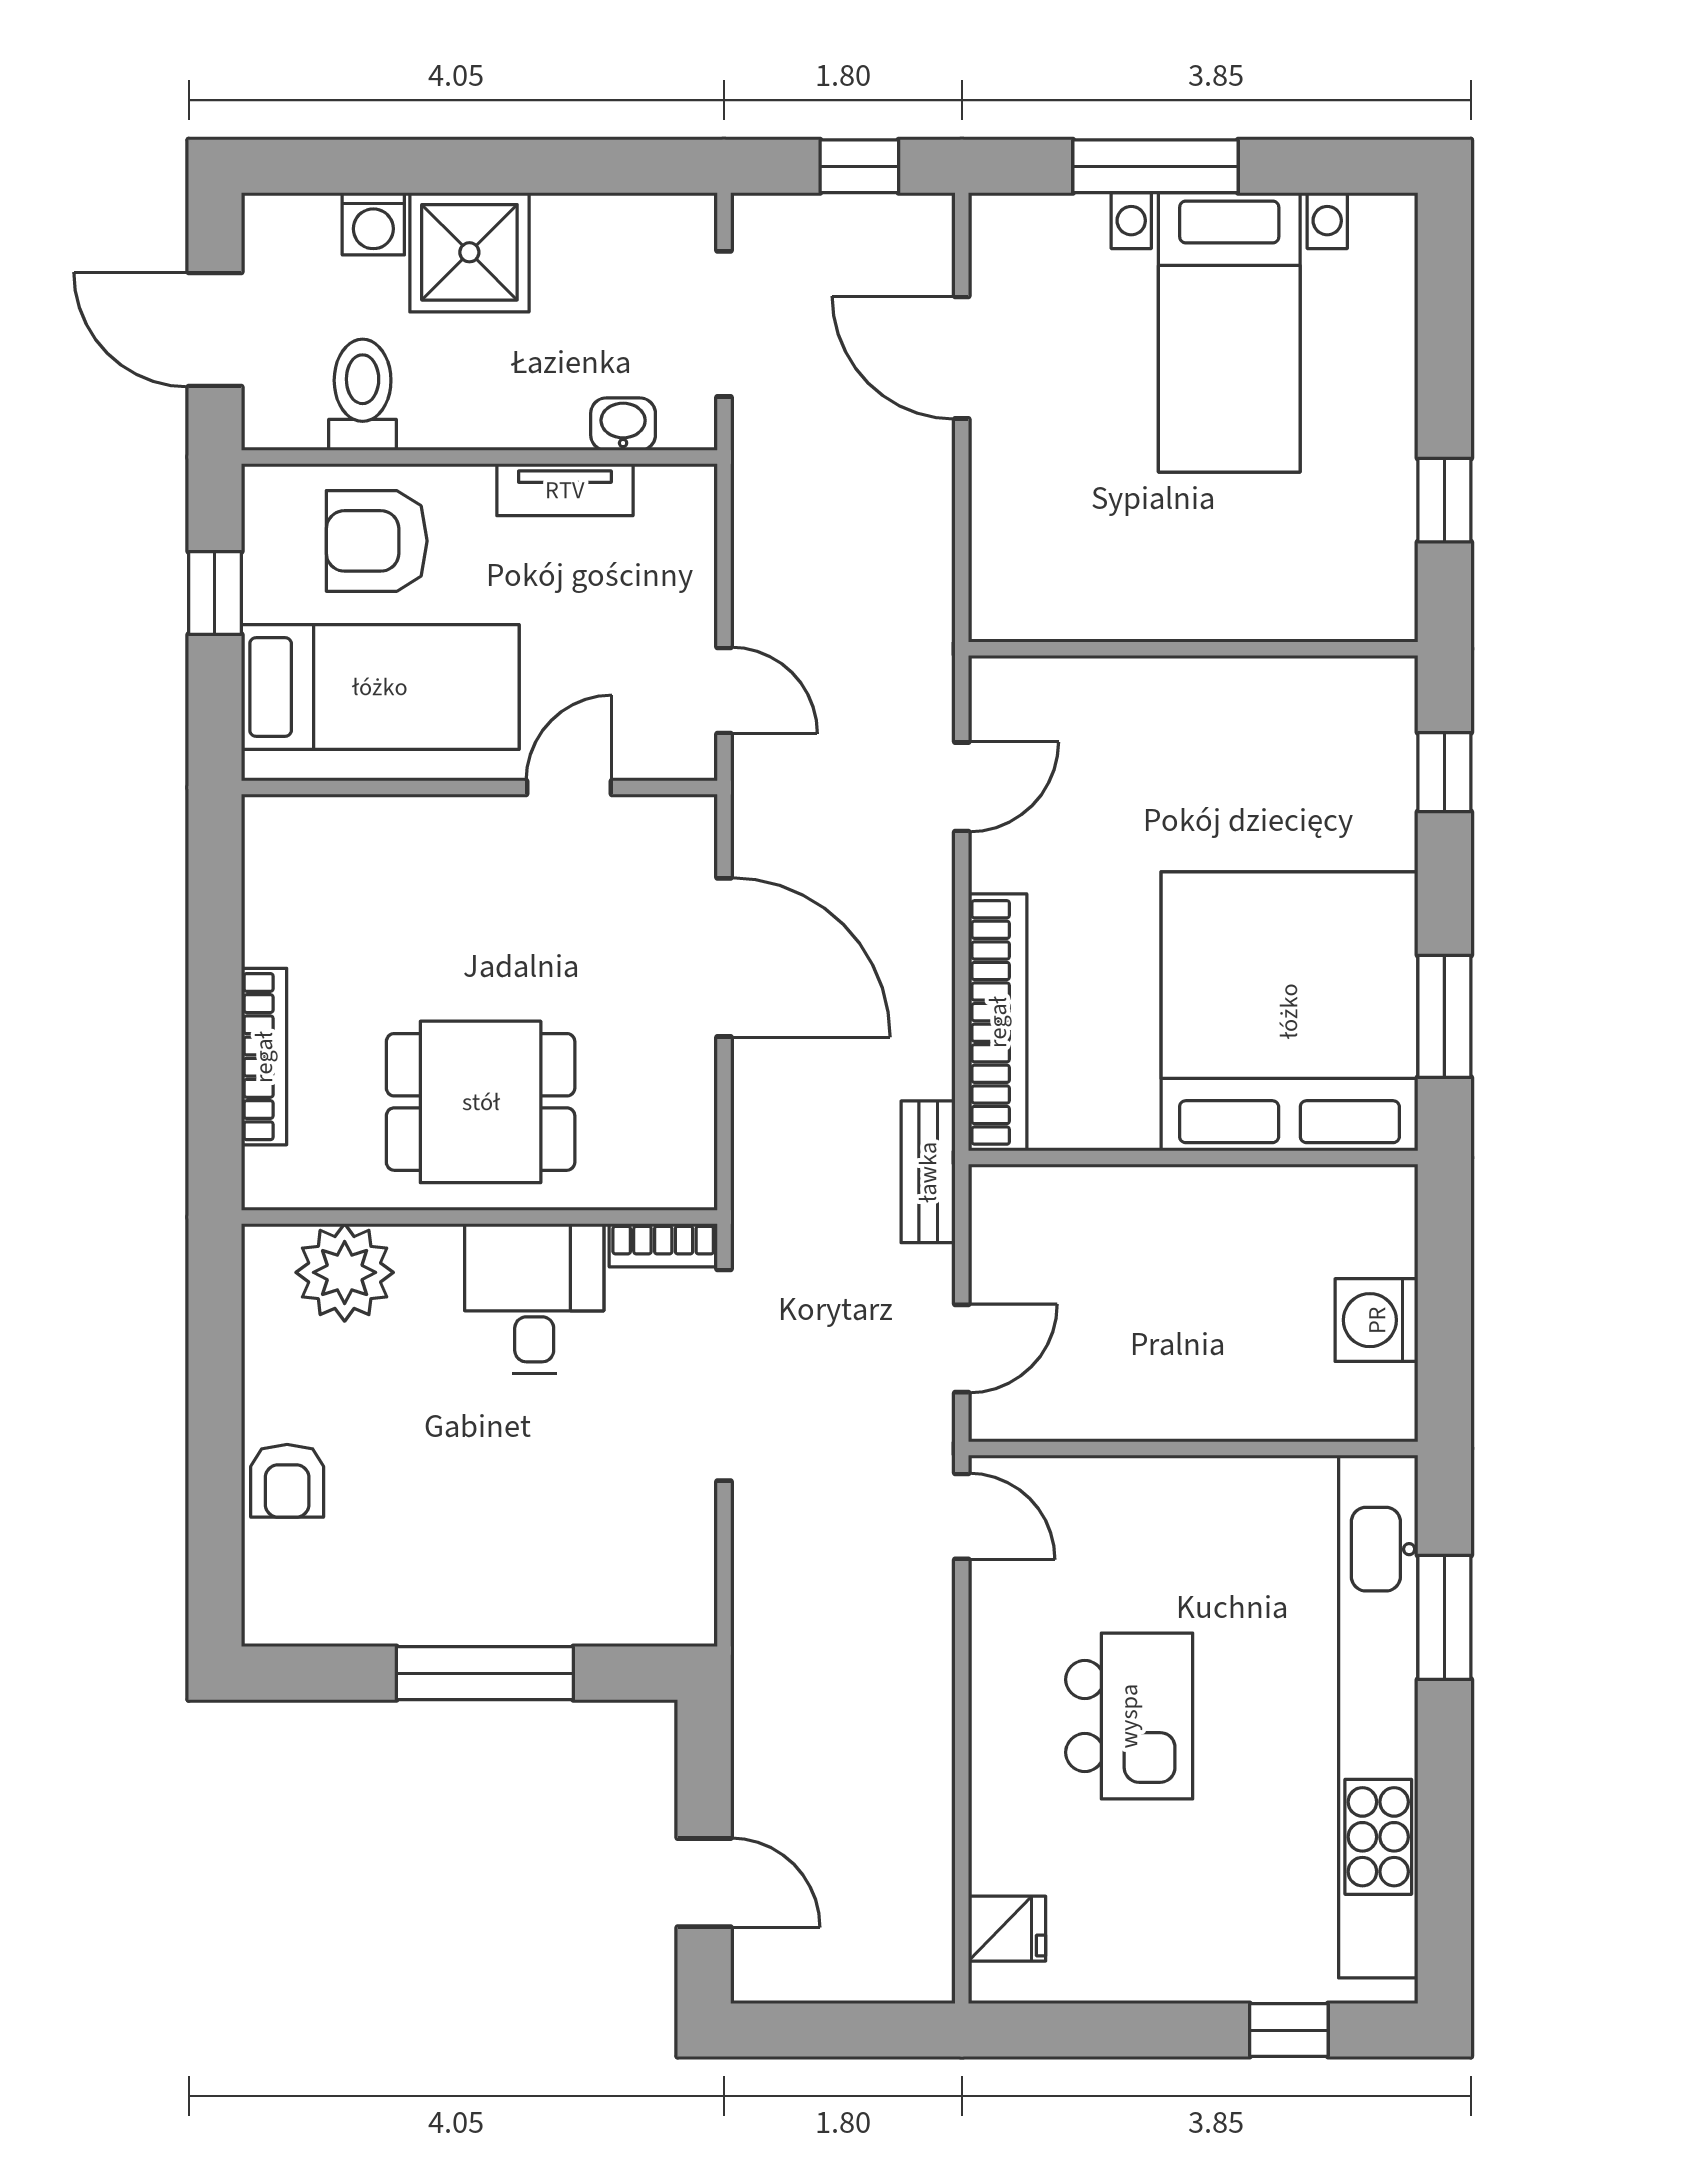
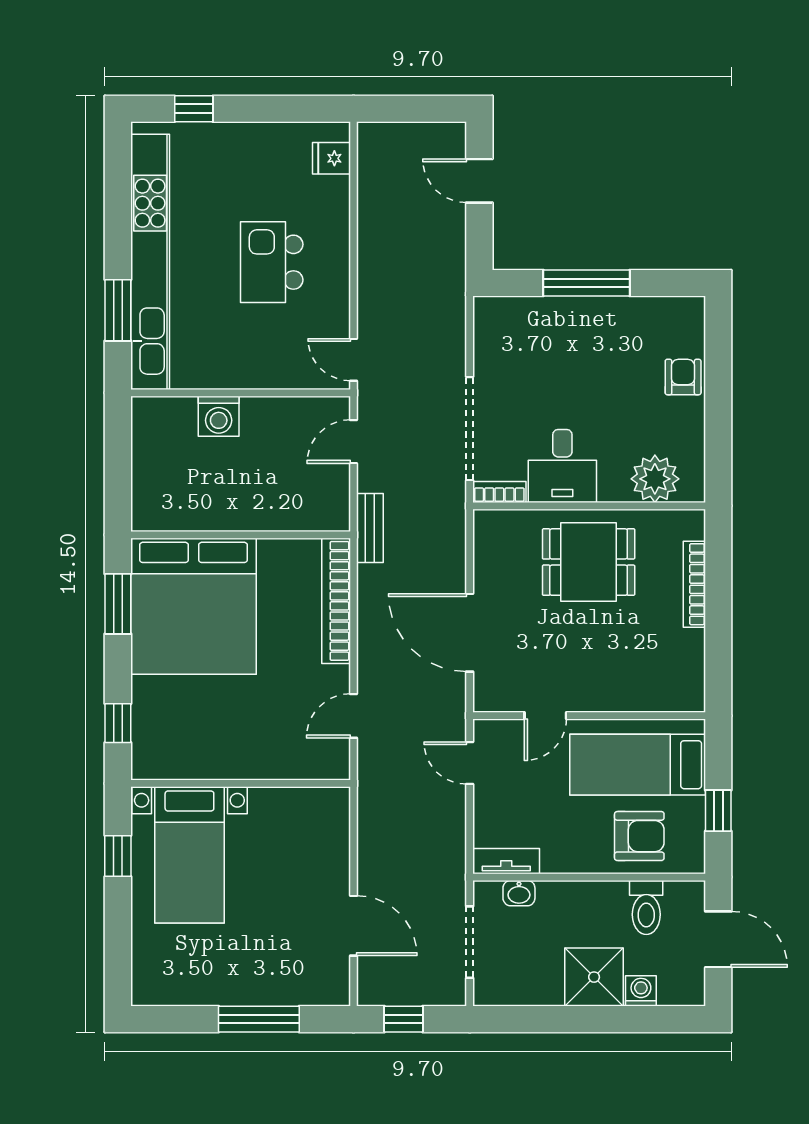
bed with nightstands: (1229, 332) -> (189, 855), moved, turned 180
tv unit: (565, 490) -> (506, 861), moved
washing machine: (1377, 1320) -> (219, 416), moved, turned 90

